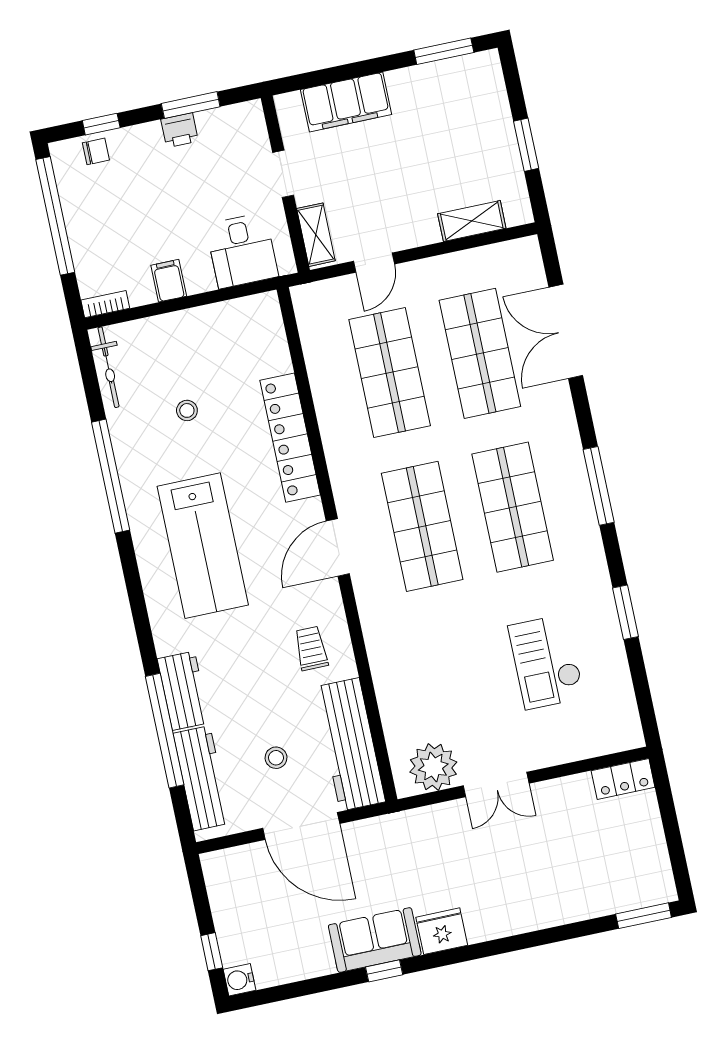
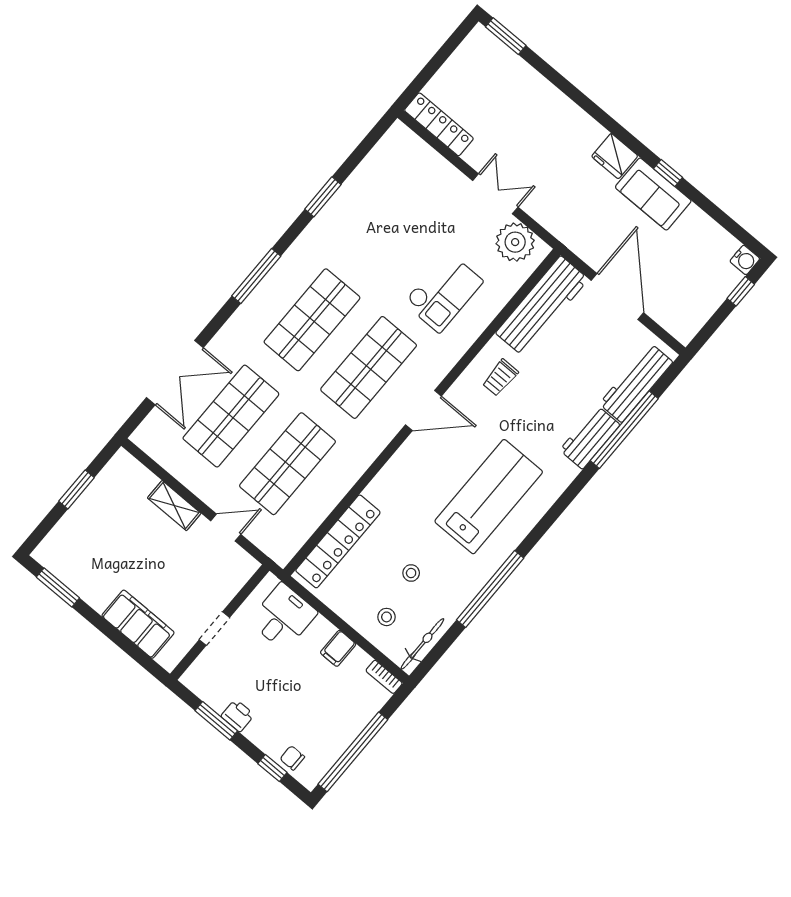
shelving: (472, 221) -> (174, 506), moved
shelving: (316, 235) -> (237, 578), removed
locker: (290, 438) -> (338, 541), moved
checkout: (546, 662) -> (443, 292), moved
stool: (276, 758) -> (387, 617), moved
locker: (623, 779) -> (439, 124), width x1.53

